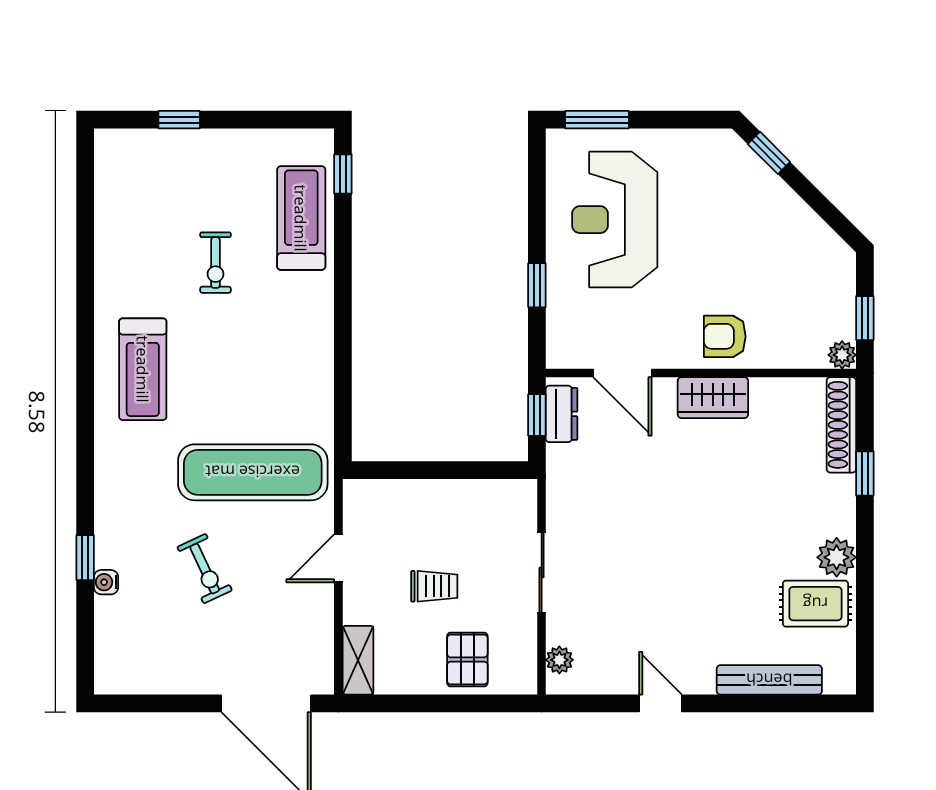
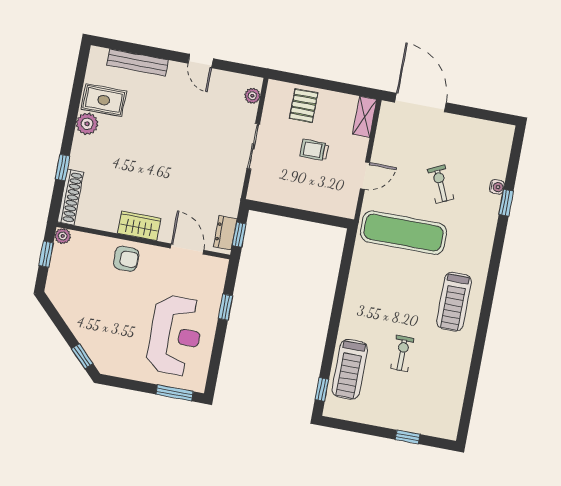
treadmill: (143, 369) -> (454, 302), turned 180

